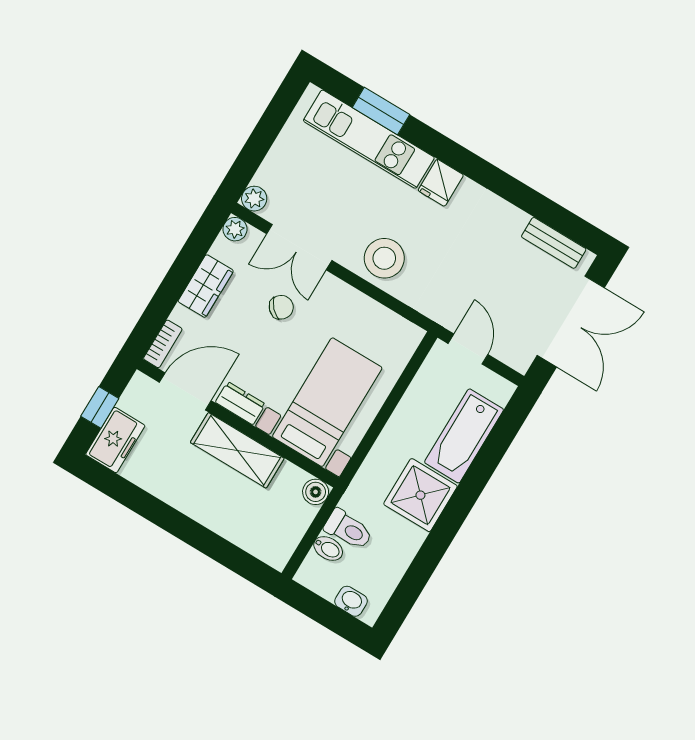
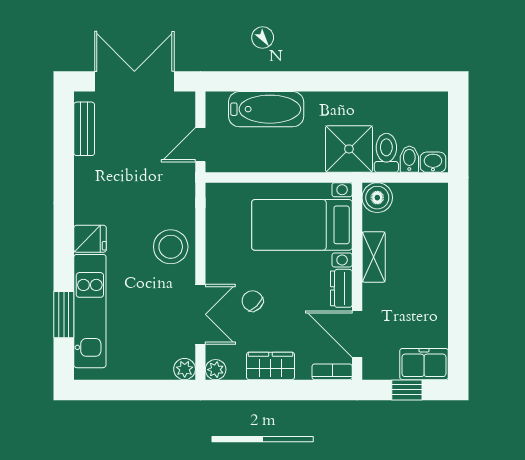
shelving: (237, 450) -> (374, 257), width x0.67, depth x0.75
boiler: (316, 492) -> (377, 198), width x1.36, depth x1.36
shower: (420, 495) -> (349, 149), moved
washbasin: (351, 601) -> (433, 162), moved, turned 90

